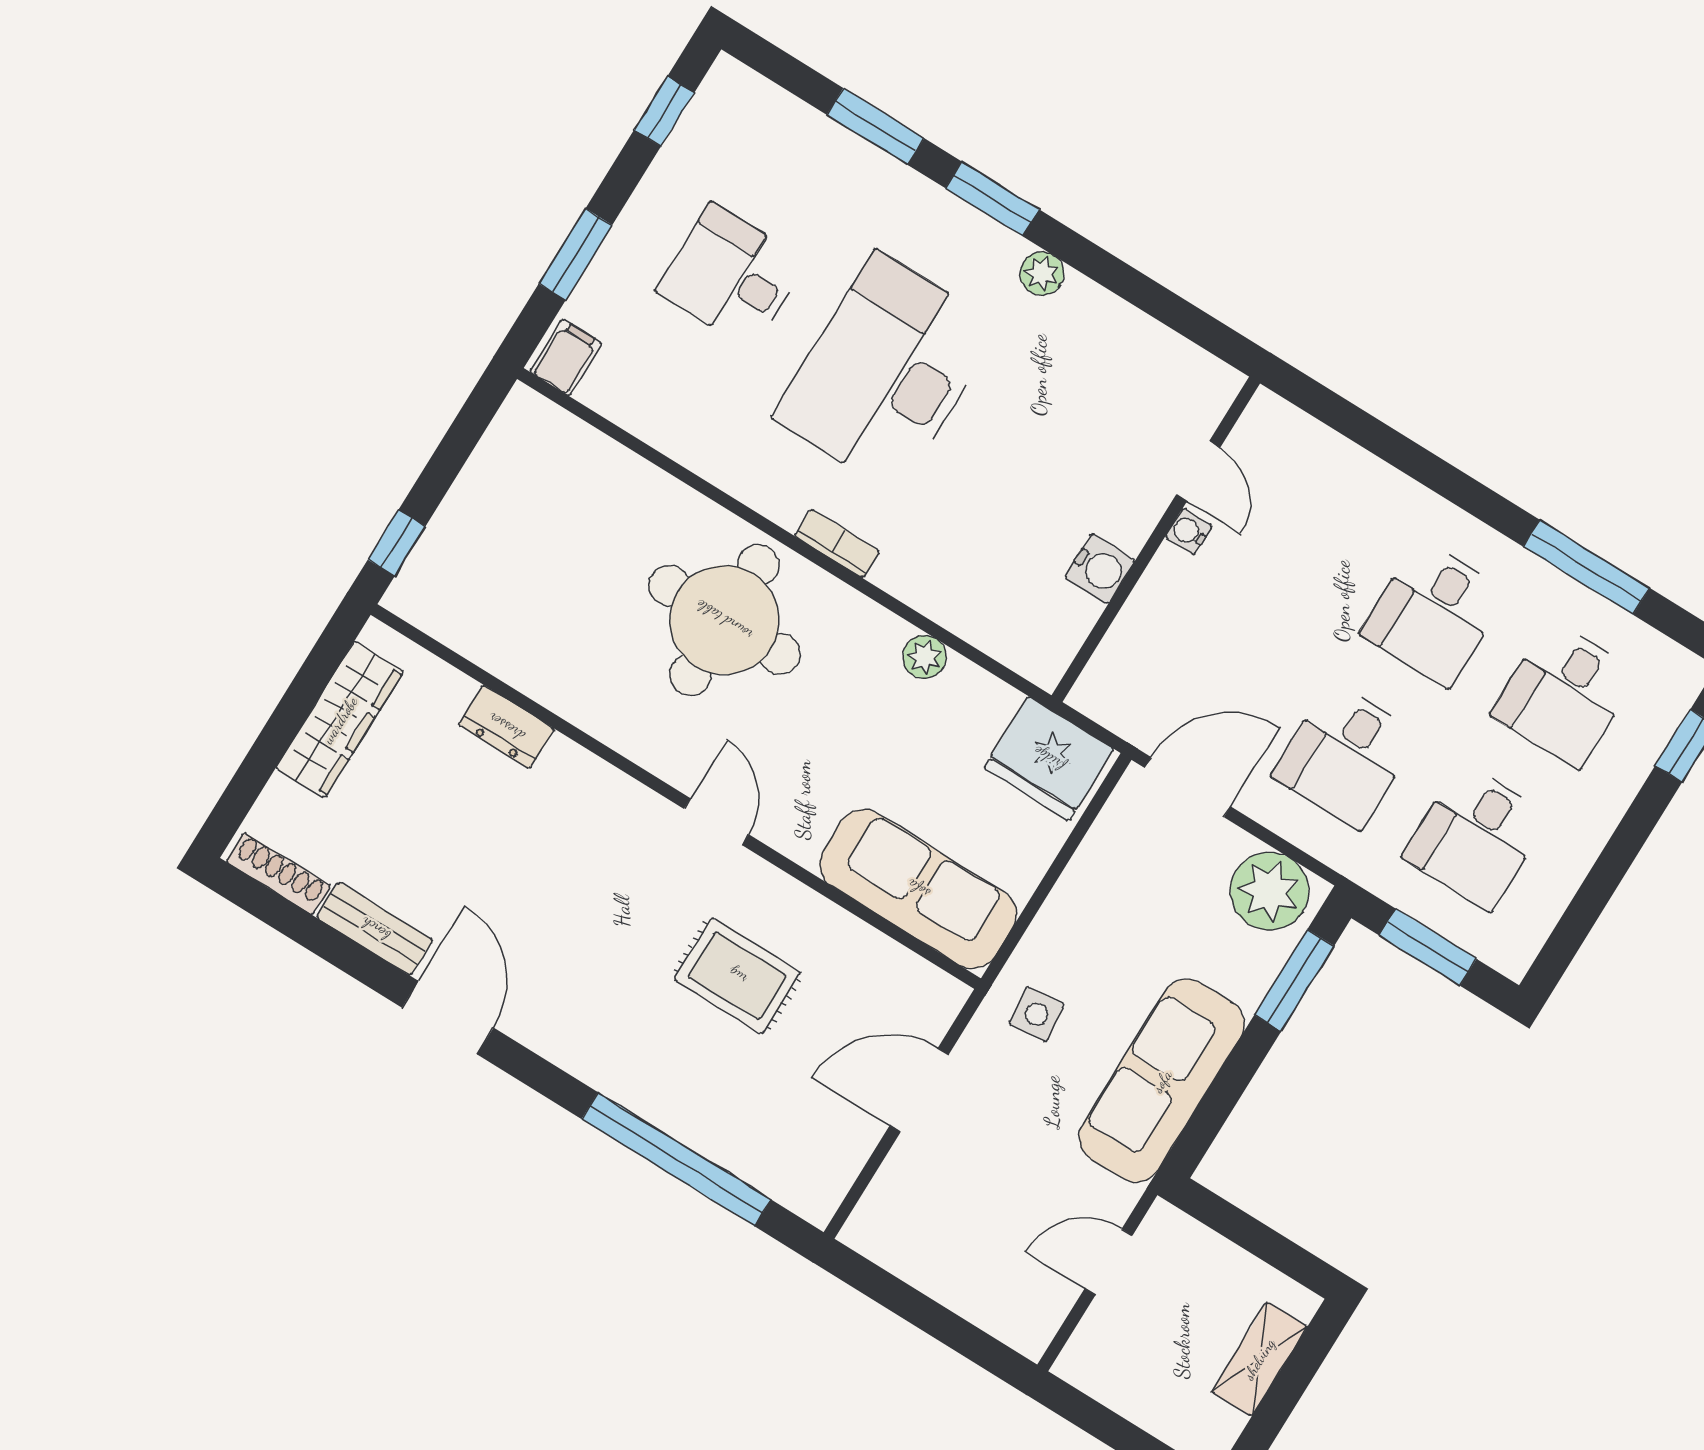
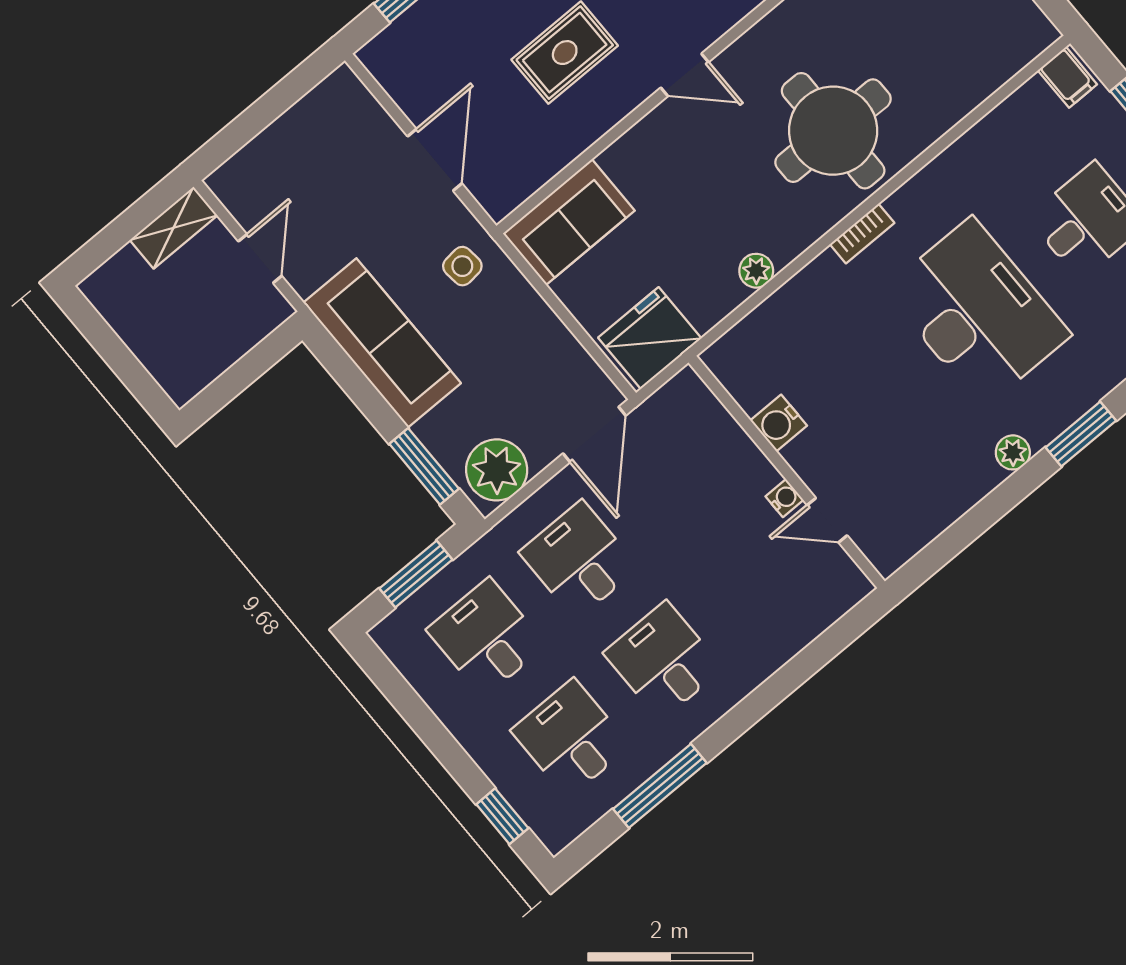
sofa: (918, 889) -> (569, 222), width x0.73
shelving: (1259, 1359) -> (174, 228), moved, turned 90

